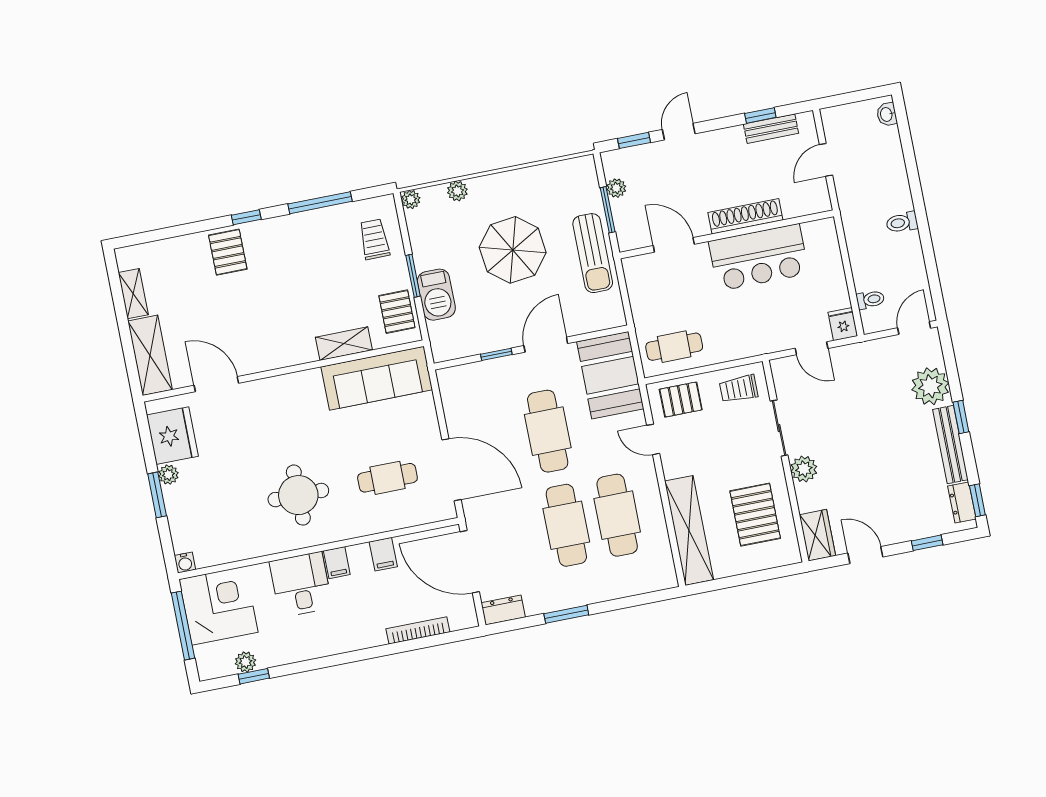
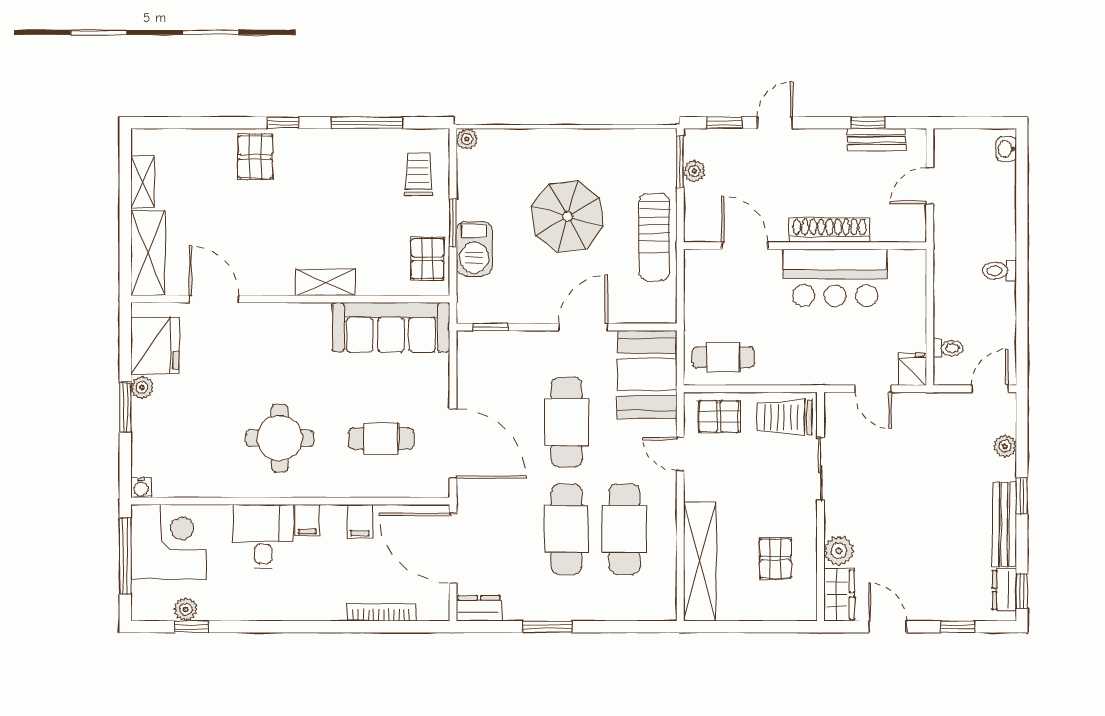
plant: (457, 191) -> (520, 140), removed
window: (608, 210) -> (680, 161), moved
shelving: (344, 344) -> (325, 282), moved
window: (496, 354) -> (491, 327), moved
plant: (930, 386) -> (1005, 446), width x0.53, depth x0.53
trolley: (739, 389) -> (785, 417), width x1.36, depth x1.39
plant: (804, 469) -> (839, 551), moved
pallet: (755, 515) -> (776, 558), width x0.67, depth x0.71

